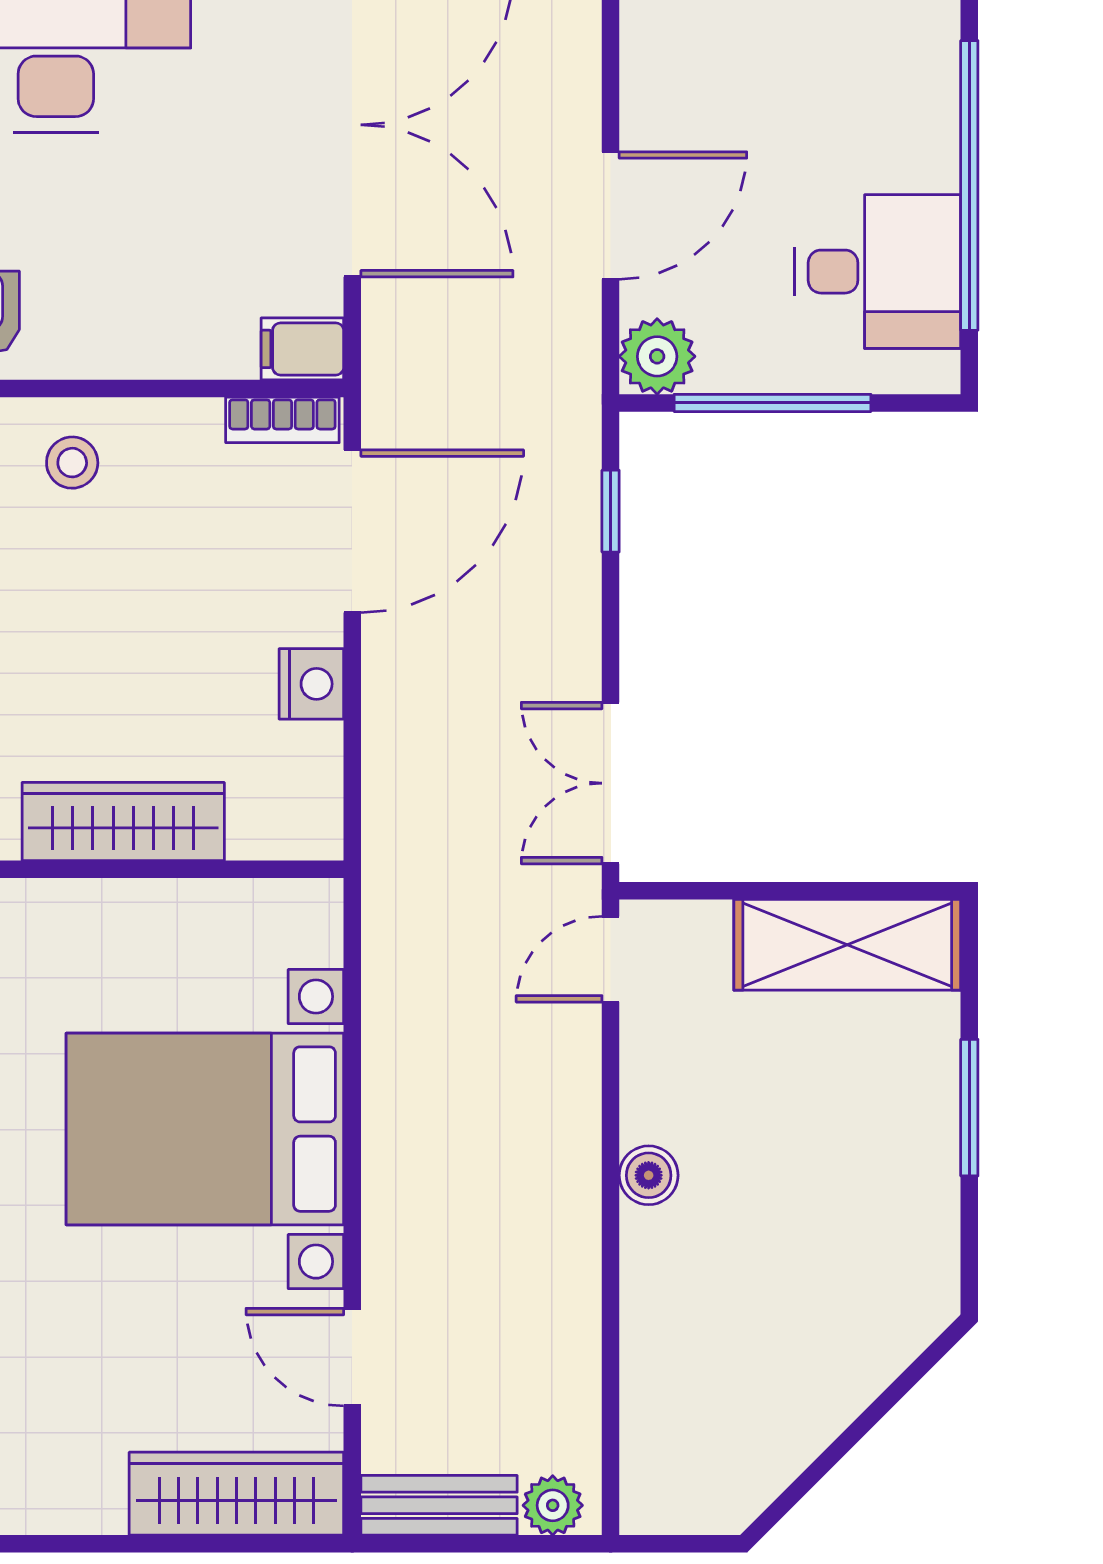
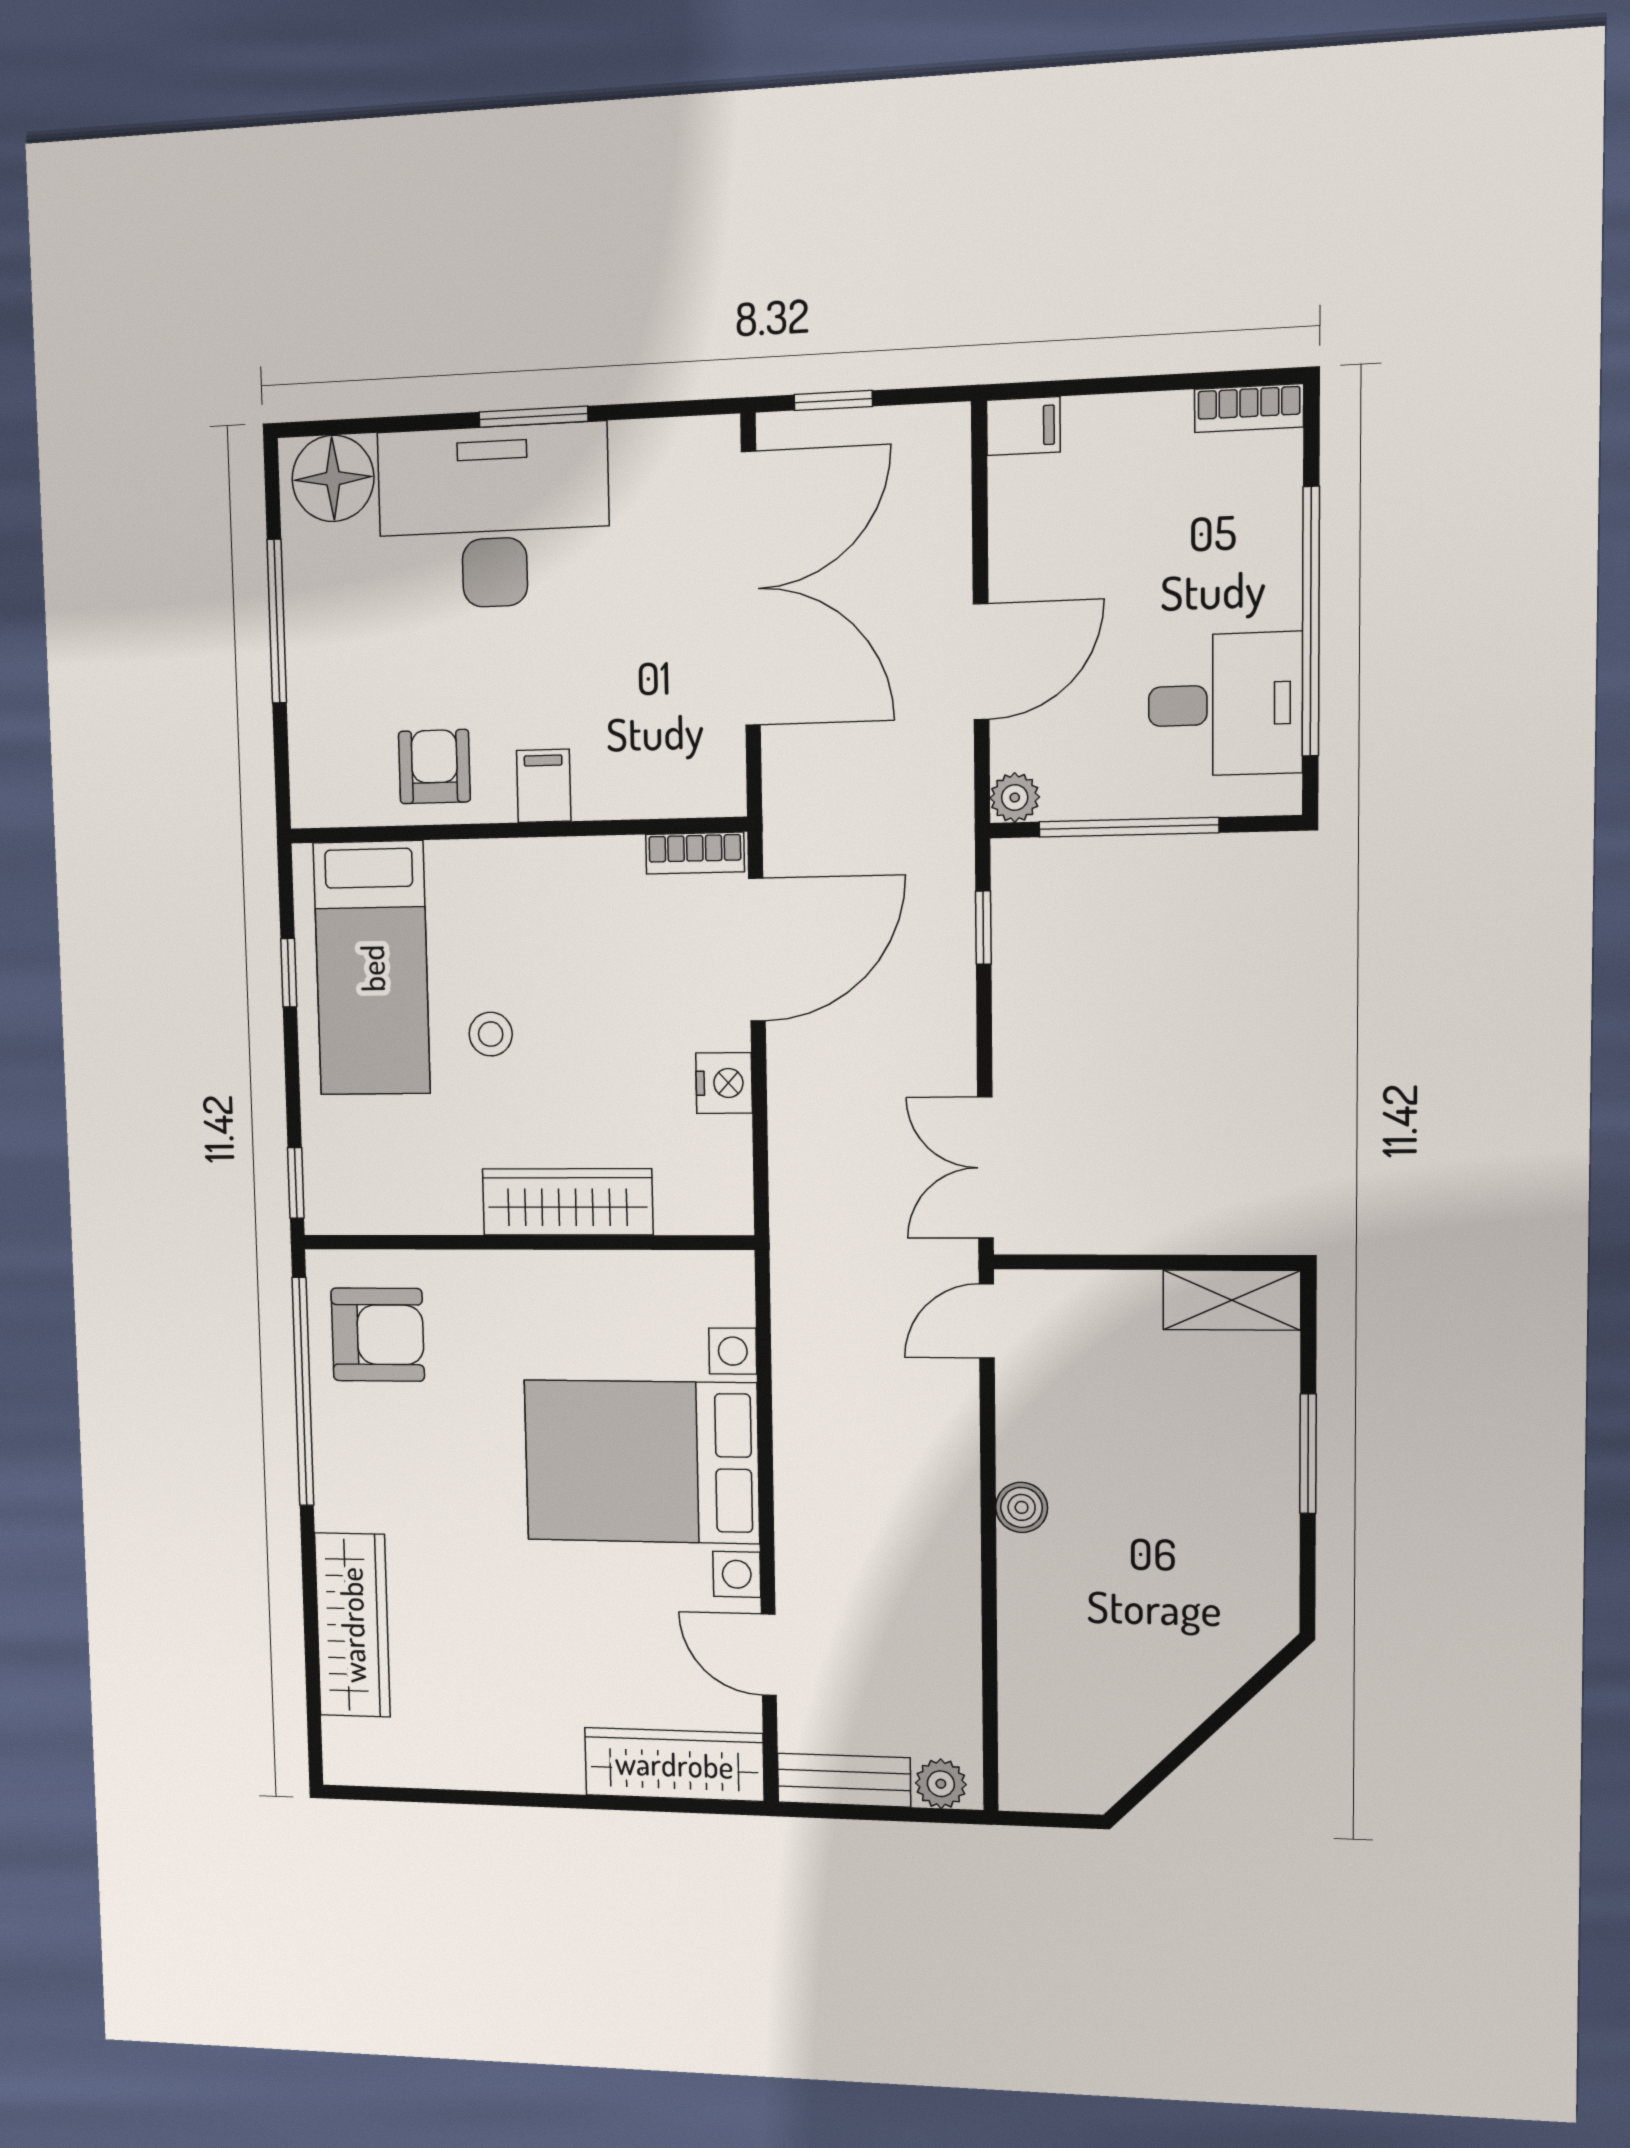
filing cabinet: (302, 349) -> (544, 786), moved, turned 90
plant: (657, 356) -> (1015, 798), width x0.73, depth x0.73
stool: (72, 463) -> (491, 1034), moved
shelving: (847, 945) -> (1232, 1300), width x0.67, depth x0.75

